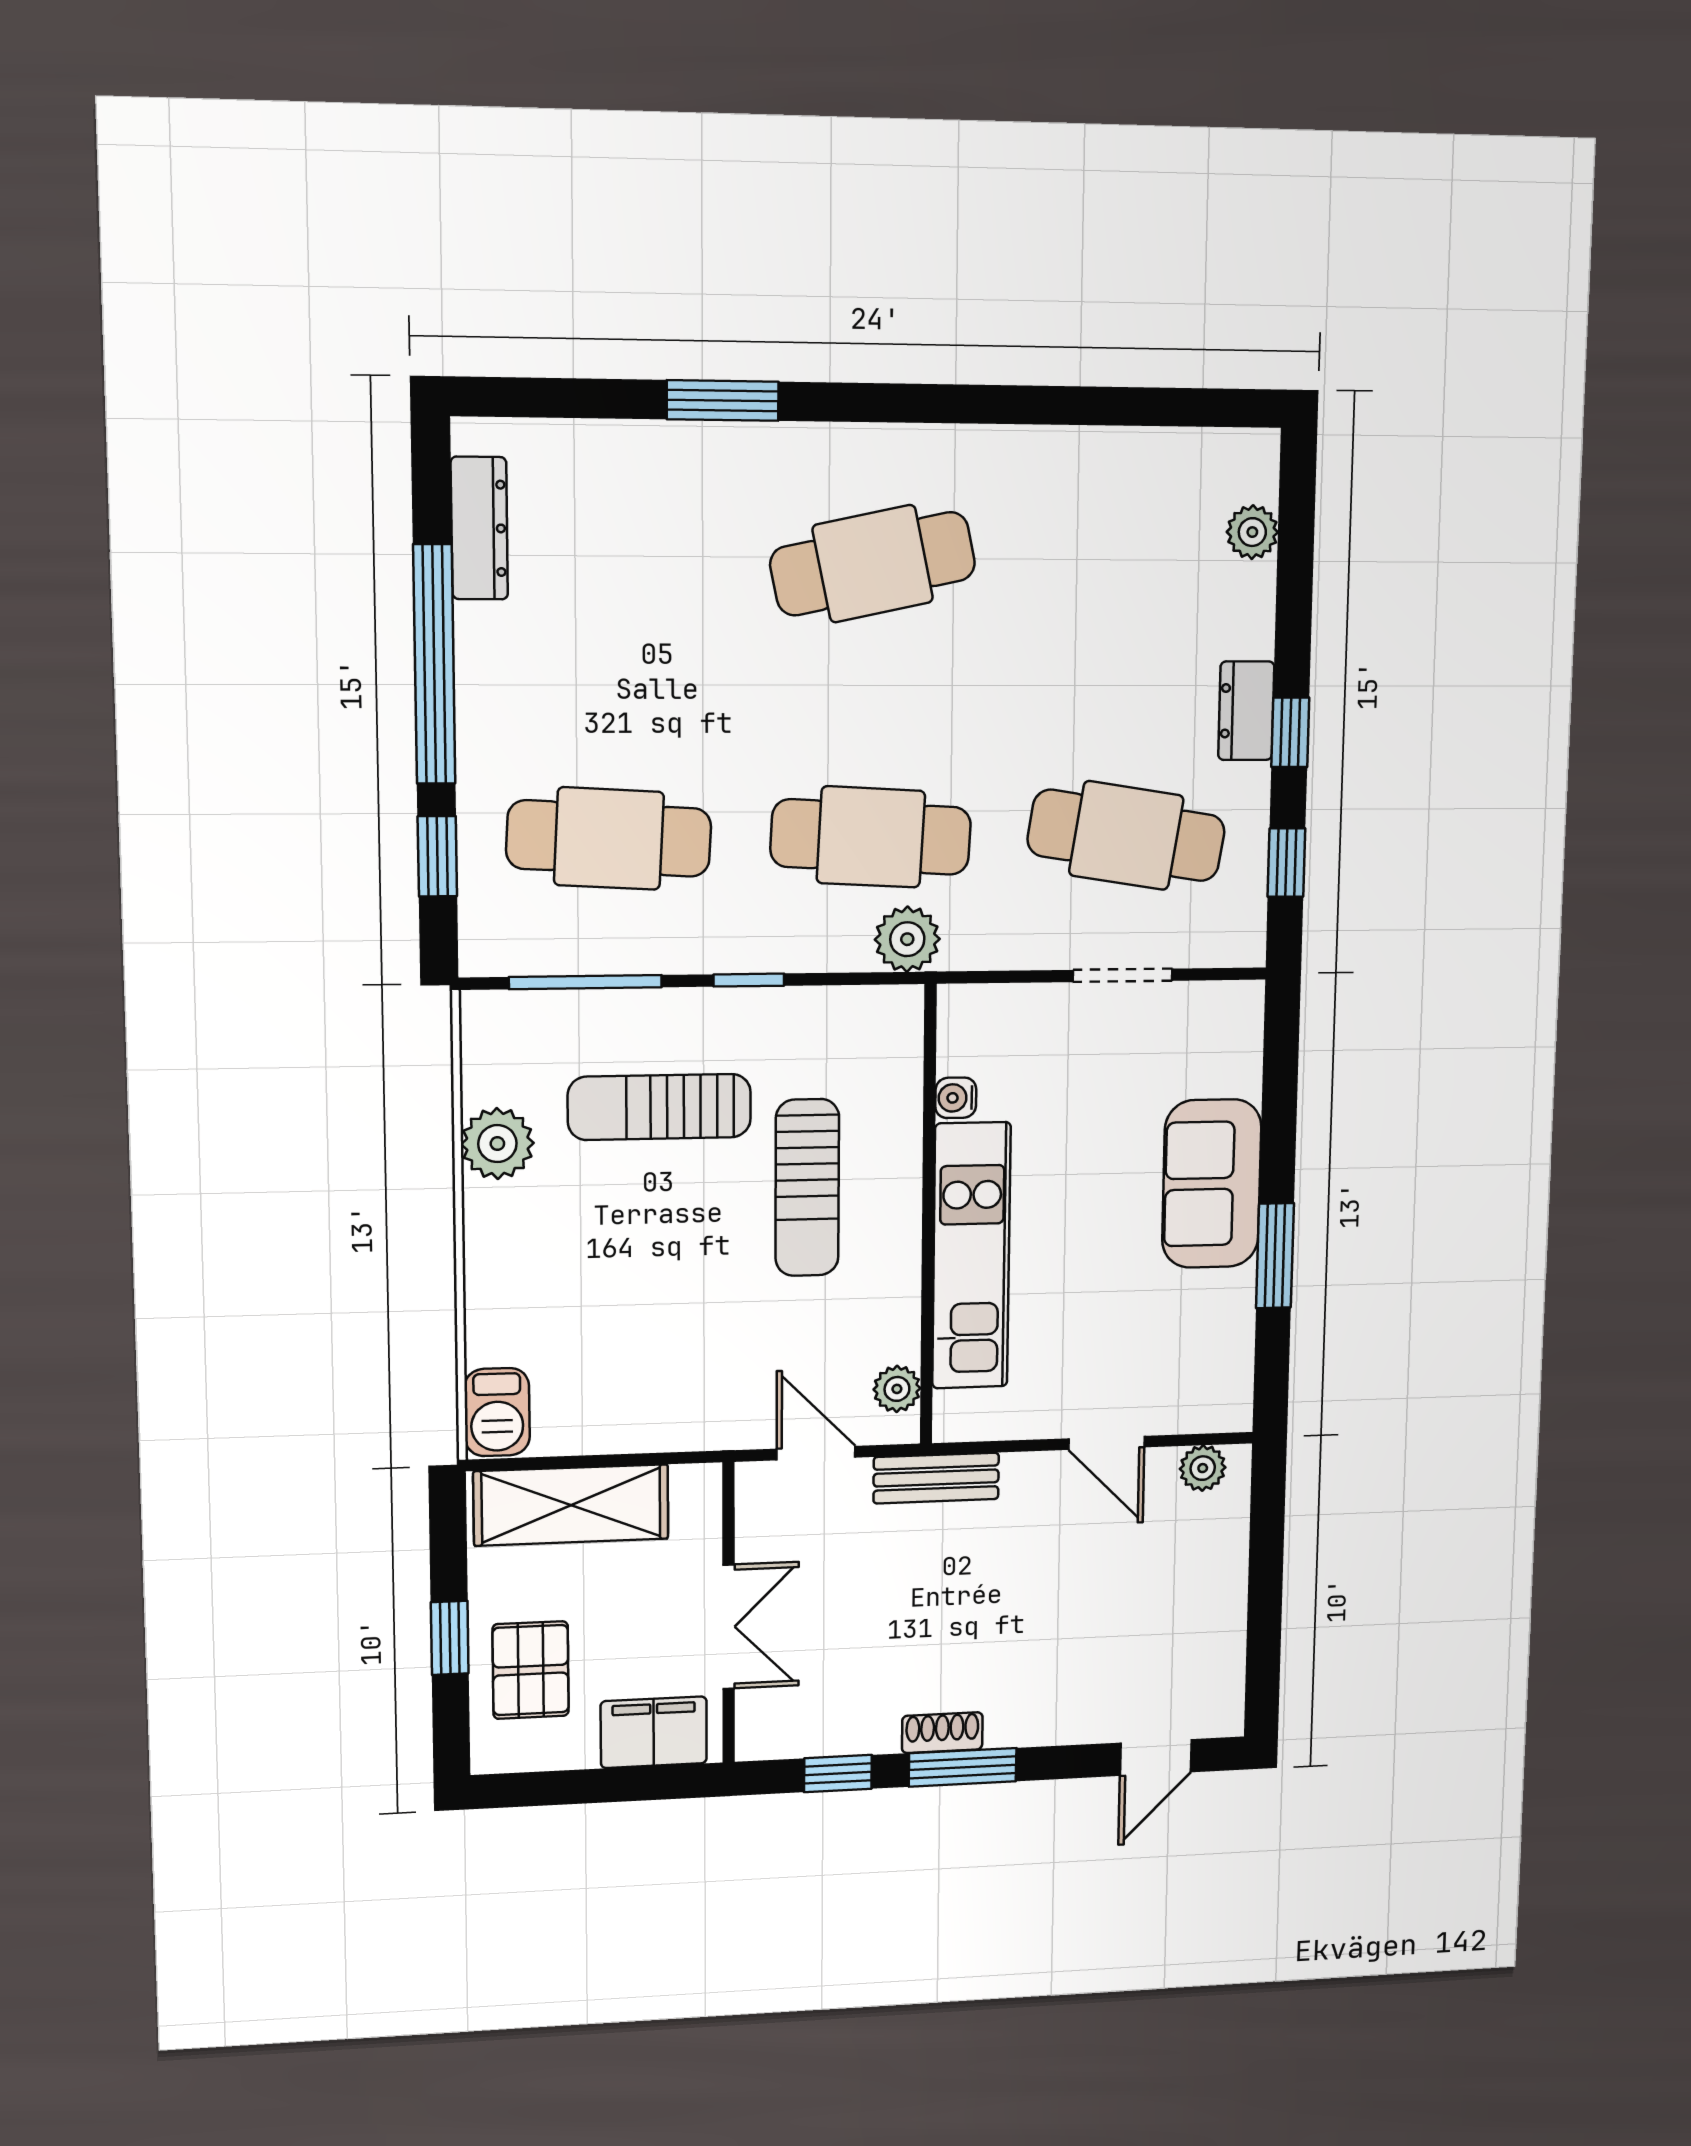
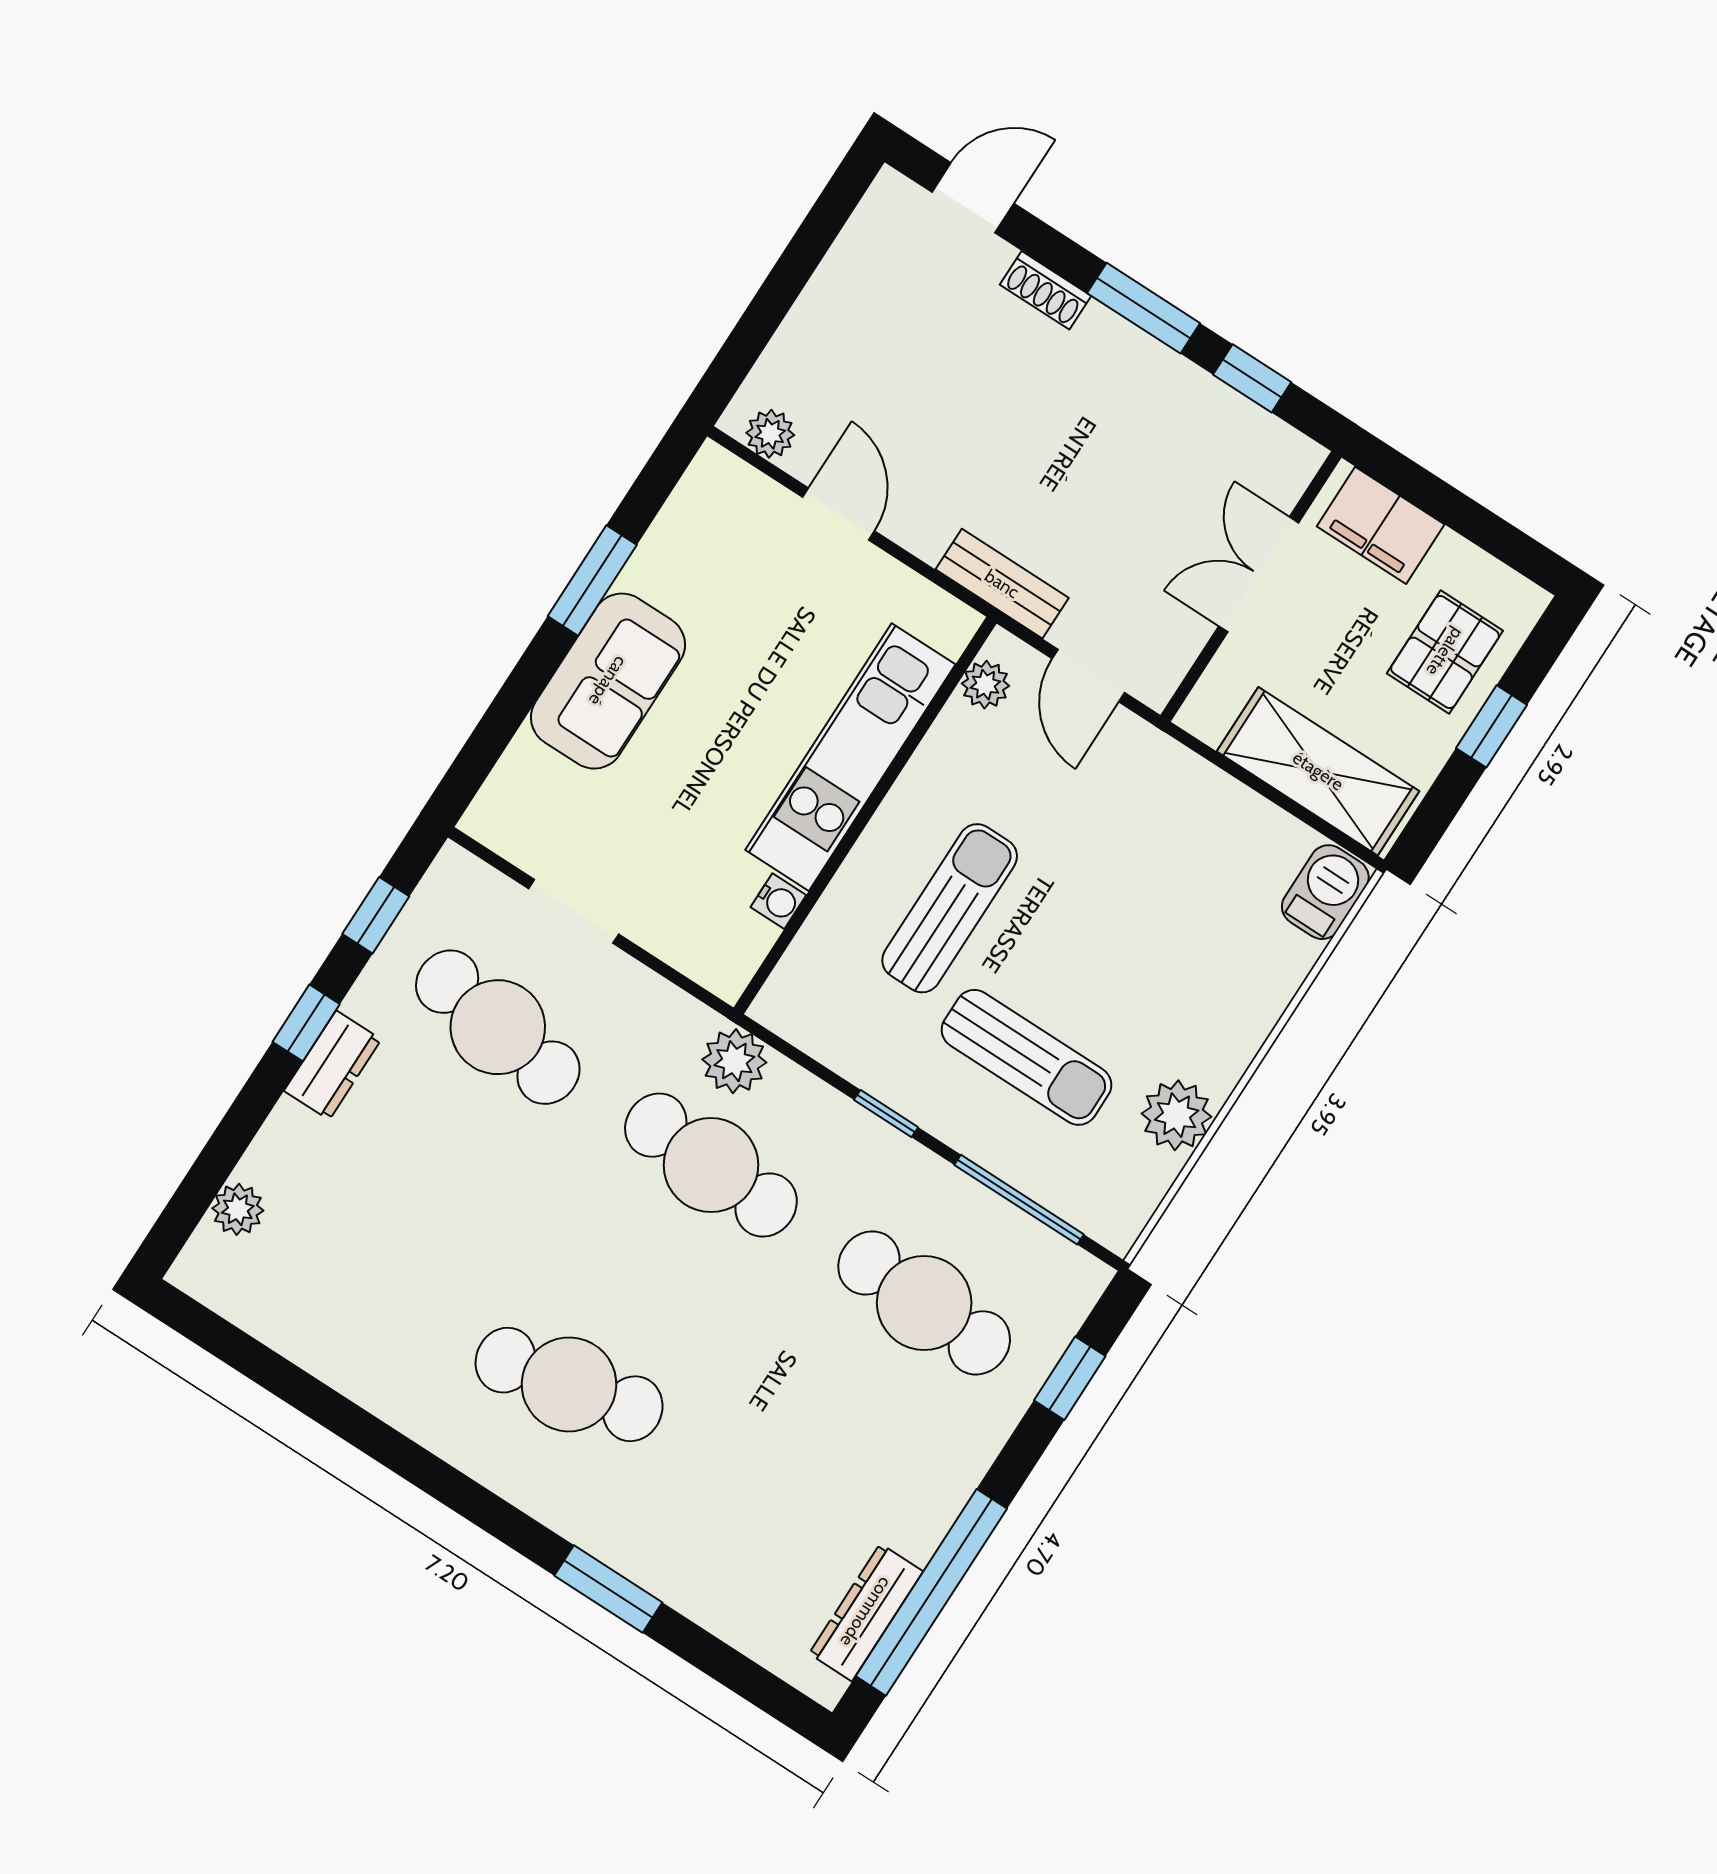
window: (434, 665) -> (931, 1592), moved
shoe rack: (942, 1733) -> (1045, 290), moved

